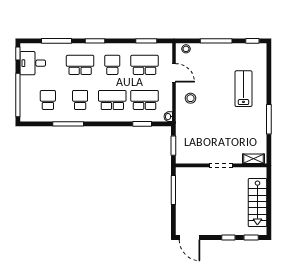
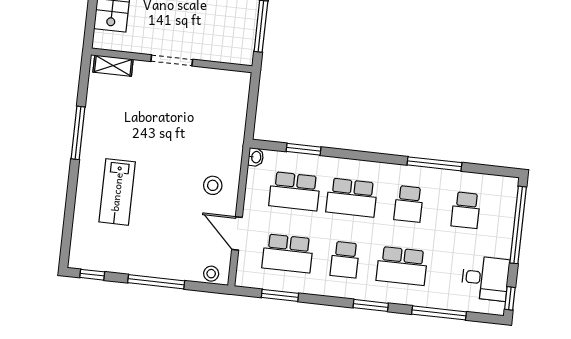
window: (173, 146) -> (252, 105), removed

